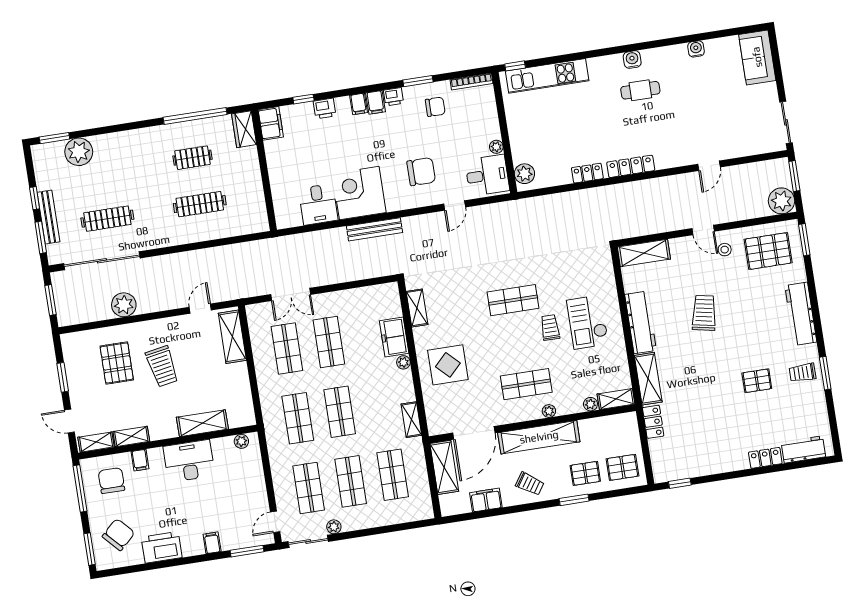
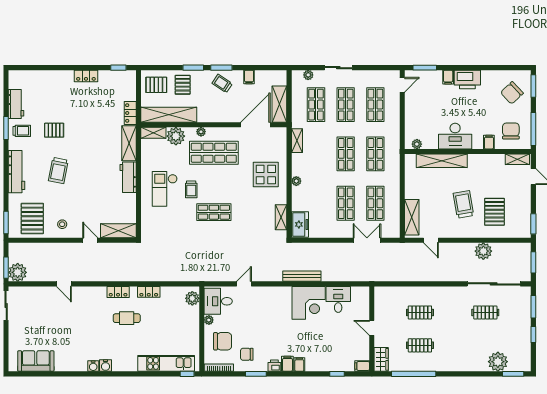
water cooler: (696, 49) -> (93, 366), moved
sofa: (757, 57) -> (36, 361), moved, turned -90
cafe table: (640, 90) -> (127, 318), moved
printer: (325, 108) -> (323, 365), removed
filing cabinet: (271, 123) -> (362, 366), width x0.50
locker: (631, 166) -> (118, 292), width x0.66
door: (709, 166) -> (64, 284), swing flipped
door: (264, 172) -> (372, 328), added
chair: (421, 172) -> (223, 341), moved, turned 180
plant: (782, 201) -> (18, 272), moved
clothes rail: (200, 204) -> (420, 312), width x0.73
bench: (48, 217) -> (526, 320), removed
clothes rail: (107, 219) -> (485, 312), width x0.73
door: (703, 230) -> (90, 240), moved
pallet: (768, 251) -> (32, 219), turned 90
door: (200, 309) -> (431, 240), hinge flipped
trolley: (704, 313) -> (58, 170), moved
checkout: (588, 322) -> (165, 189), turned 180
workbench: (641, 322) -> (128, 177), width x0.73
freezer: (394, 337) -> (300, 224), moved
window: (63, 377) -> (533, 224), moved
shop shelf: (526, 384) -> (214, 153), width x1.43, depth x1.36
plant: (590, 404) -> (176, 136), width x1.88, depth x1.88
shelving: (202, 423) -> (442, 161), width x1.47
shelving: (131, 436) -> (492, 159), removed
shelving: (539, 437) -> (169, 115), moved
workbench: (803, 449) -> (16, 104), moved, turned -90
locker: (765, 458) -> (86, 76), moved
pallet: (585, 473) -> (183, 85), turned 90
chair: (111, 481) -> (511, 131), turned 180
filing cabinet: (486, 500) -> (249, 77), width x0.50
window: (534, 506) -> (221, 68), added
plant: (334, 527) -> (308, 75), moved
sliding door: (308, 541) -> (338, 68), moved
printer: (162, 547) -> (467, 79), moved

